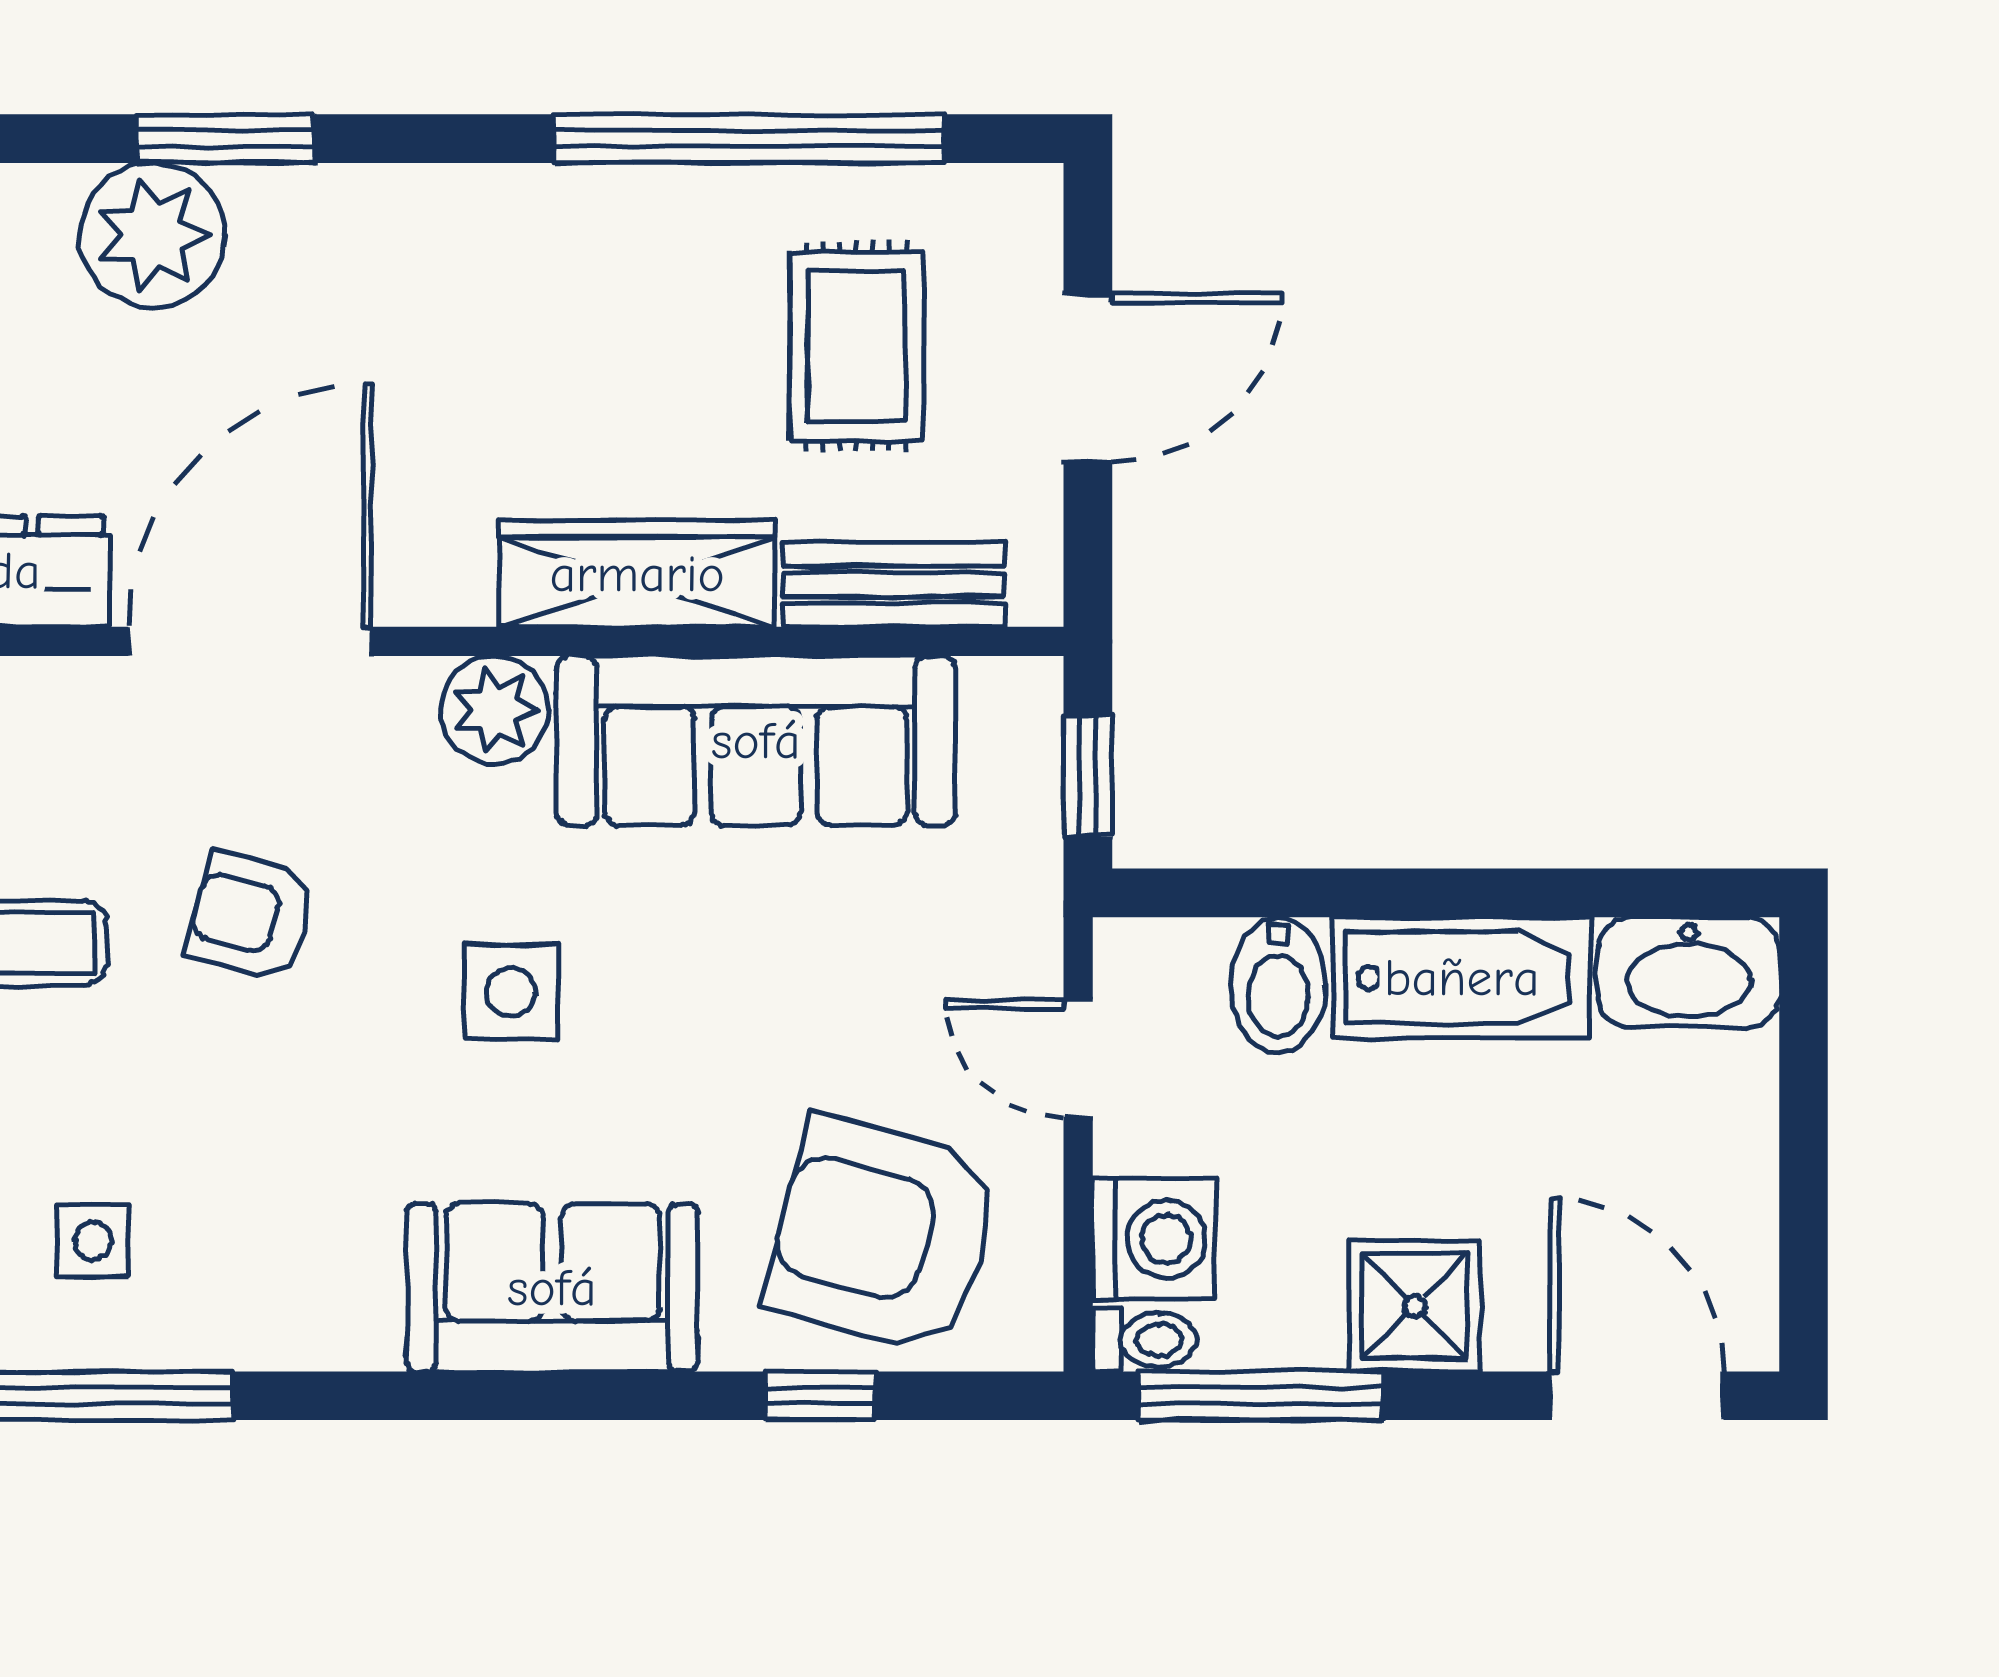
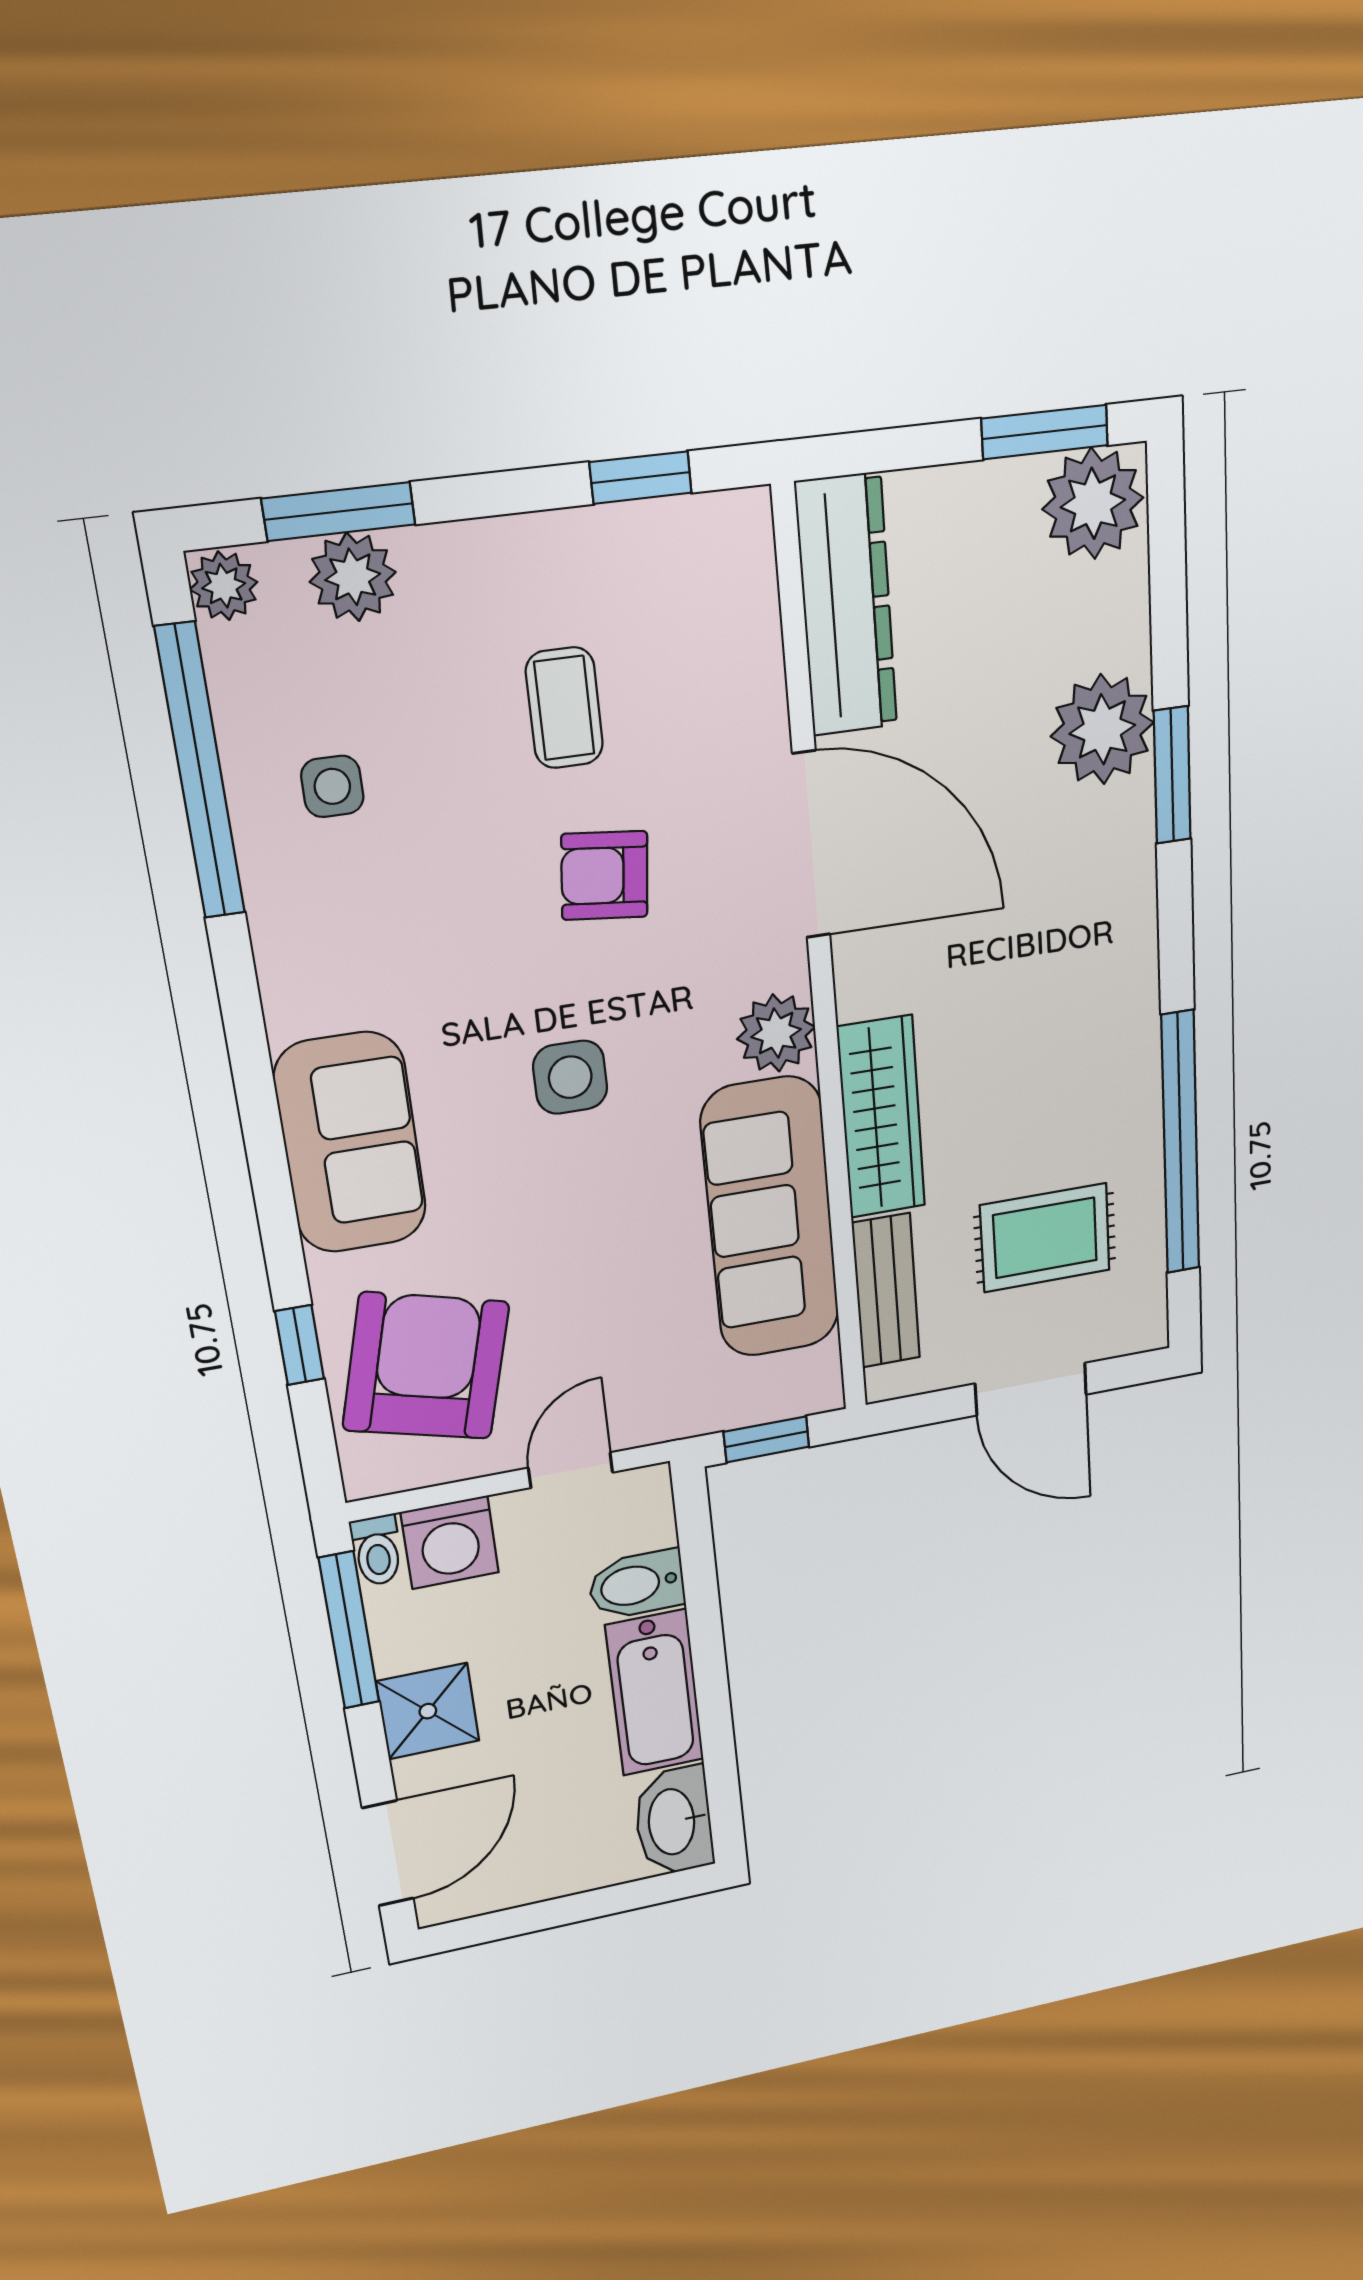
armchair: (251, 916) -> (605, 876), turned -99

